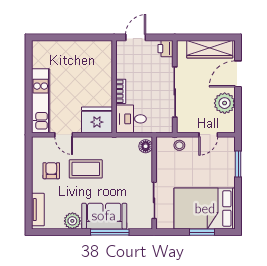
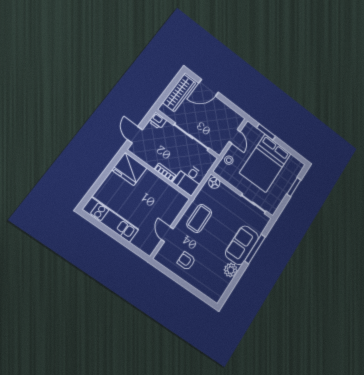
door: (238, 74) -> (208, 88), hinge flipped
kitchen unit: (41, 101) -> (111, 219), moved
plant: (225, 103) -> (221, 111), removed
fridge: (97, 120) -> (129, 169), moved, turned -90
door: (64, 135) -> (167, 234), swing flipped
coffee table: (86, 169) -> (199, 218), moved
bed: (205, 209) -> (265, 163), moved
tv unit: (38, 210) -> (207, 290), removed

